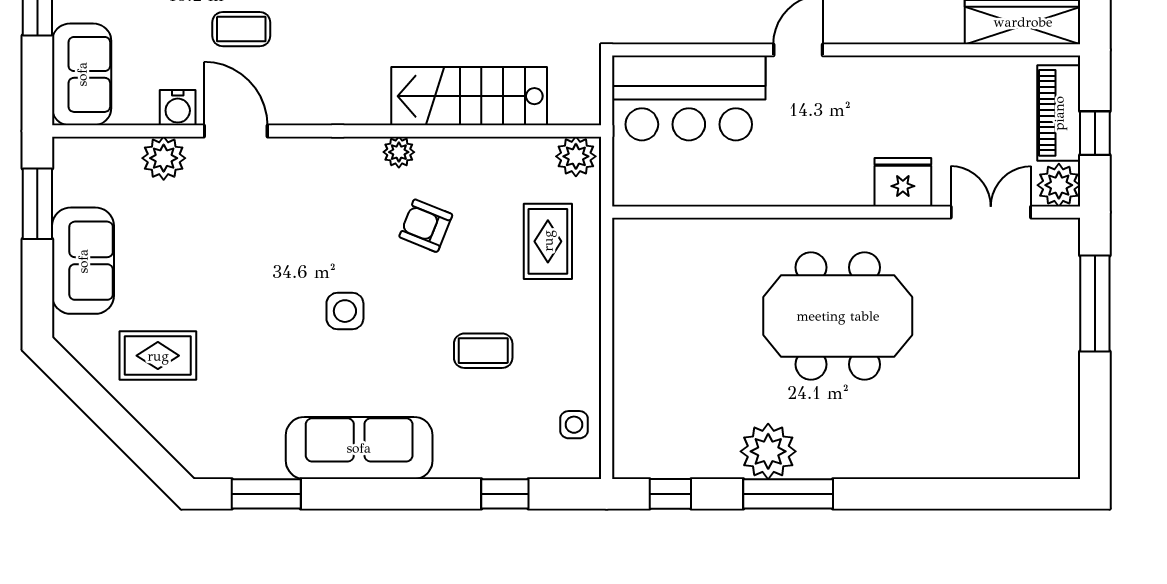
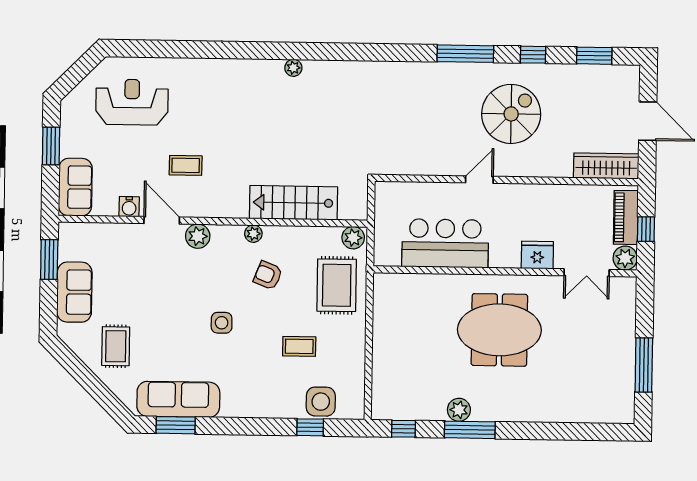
coffee table: (241, 29) -> (186, 165), moved
bar counter: (689, 98) -> (445, 243), moved, turned 180
plant: (164, 158) -> (198, 236), moved
double door: (991, 212) -> (587, 273), swing flipped
rug: (548, 241) -> (337, 285), width x1.36, depth x1.43
window: (1095, 304) -> (644, 365), moved
rug: (158, 356) -> (116, 346), turned 90
side table: (574, 425) -> (321, 402), moved, width x1.87, depth x1.87
sofa: (359, 448) -> (178, 399), moved
plant: (768, 451) -> (459, 410), width x0.73, depth x0.73

